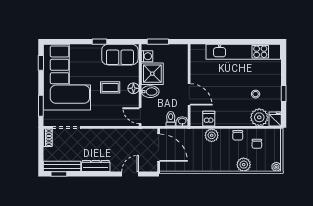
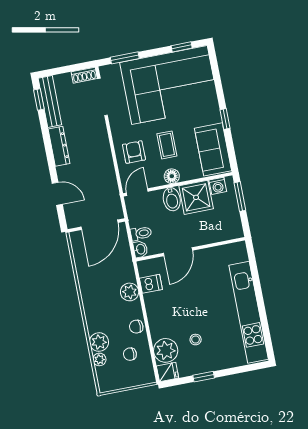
armchair: (111, 112) -> (134, 152), added
plant: (276, 167) -> (99, 359), moved

